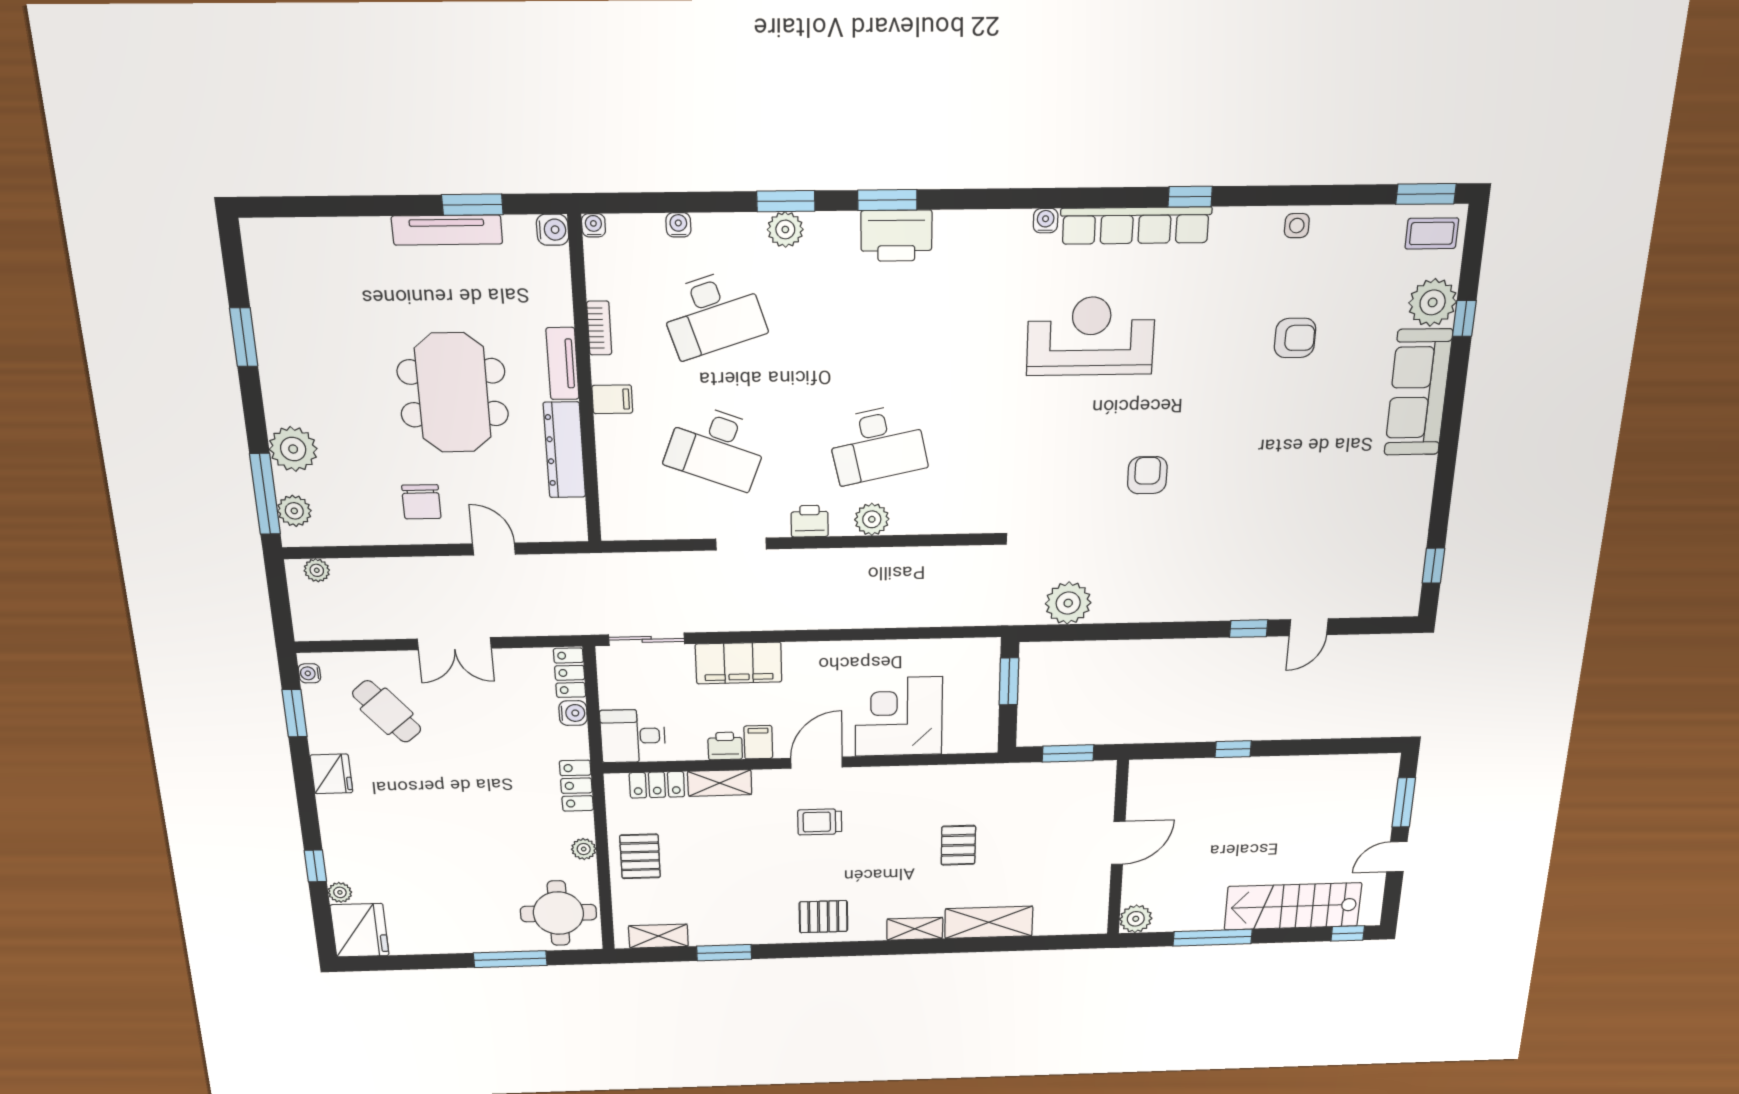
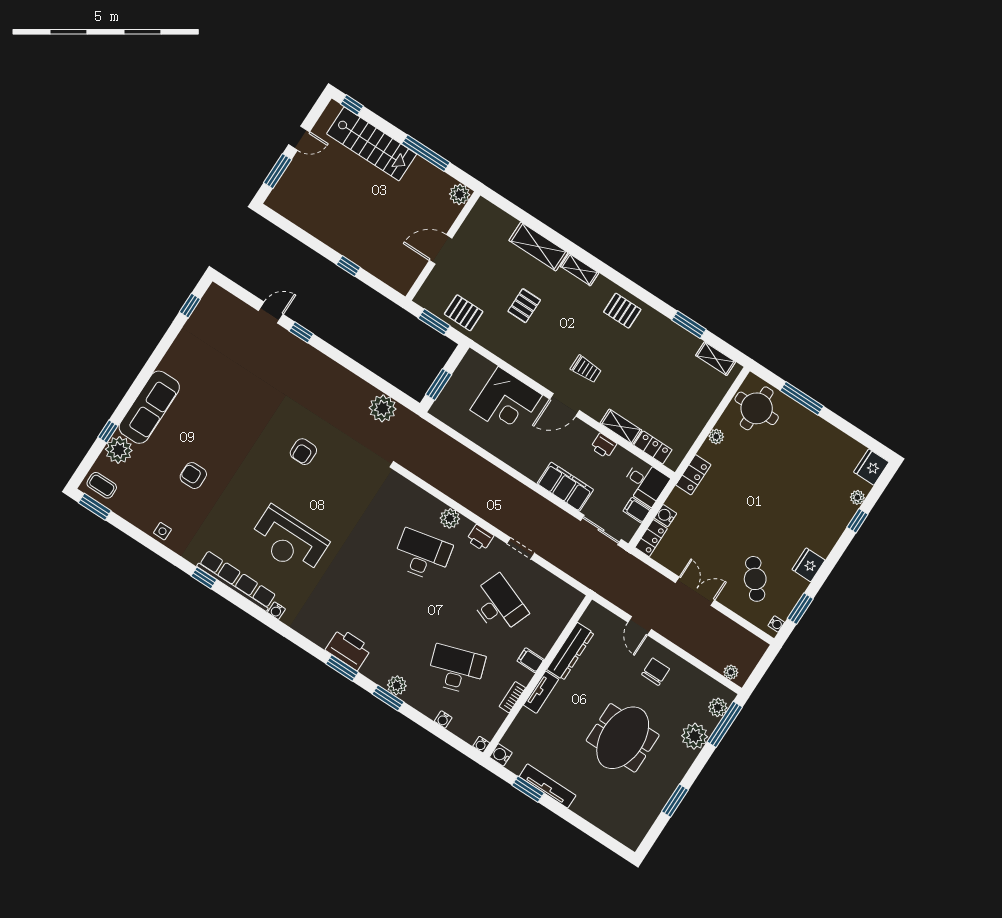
meeting table: (453, 393) -> (623, 738), moved
filing cabinet: (758, 742) -> (637, 510), moved, turned 90
pallet: (640, 856) -> (464, 313), moved, turned 90
fridge: (360, 930) -> (871, 467), width x0.73, depth x0.75

